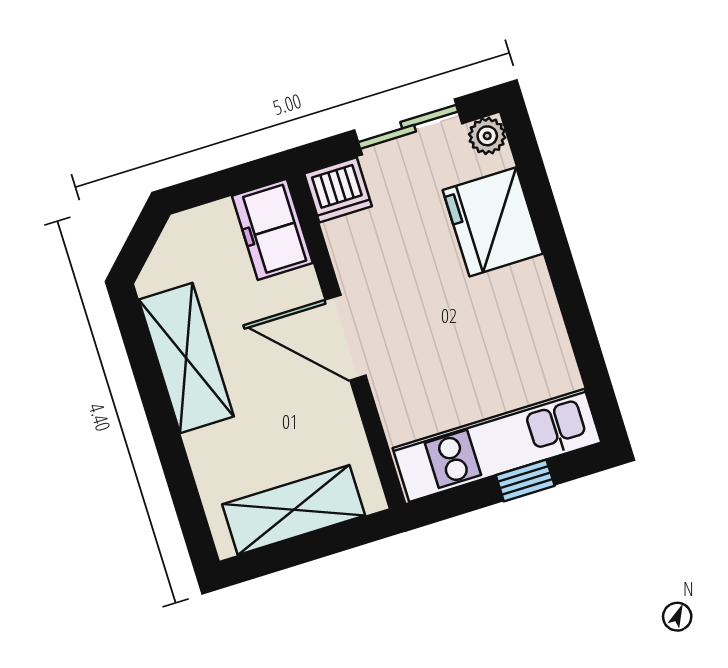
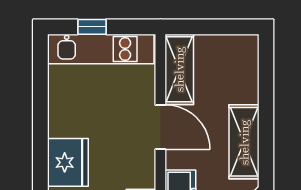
shelving: (294, 510) -> (179, 69), moved, turned 90

